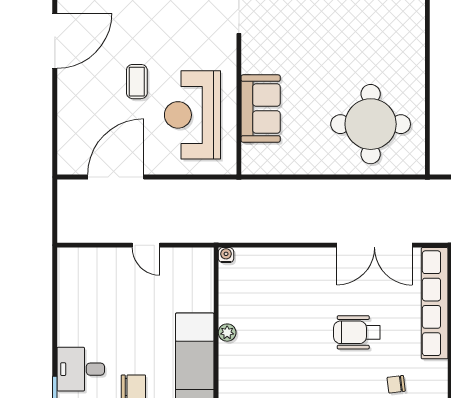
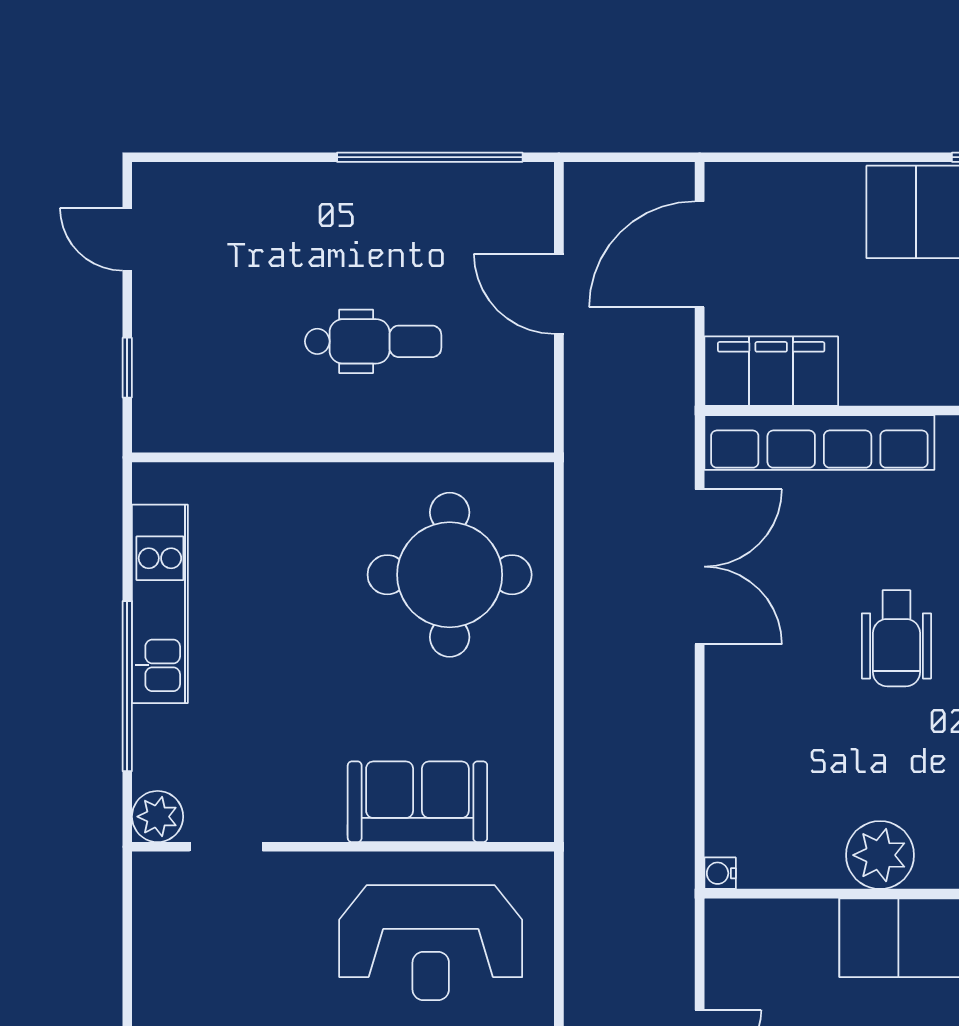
wheelchair: (357, 332) -> (896, 638), moved
plant: (227, 333) -> (880, 855), width x1.88, depth x1.88

